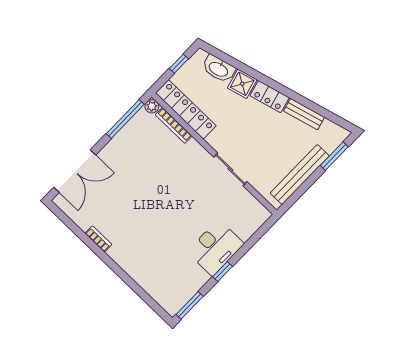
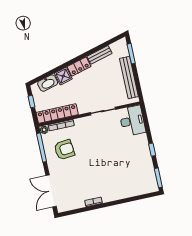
armchair: (143, 152) -> (64, 150), added
double door: (75, 171) -> (51, 191), swing flipped
desk: (215, 248) -> (132, 121), moved

